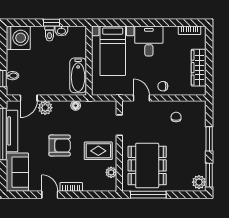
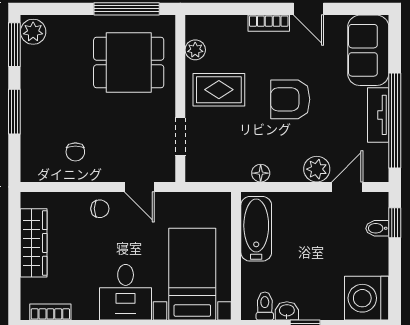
toilet: (49, 33) -> (265, 306), moved
tv unit: (12, 131) -> (378, 115), width x0.71
dining table: (147, 165) -> (129, 62), width x0.73

